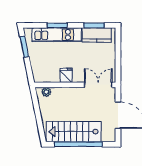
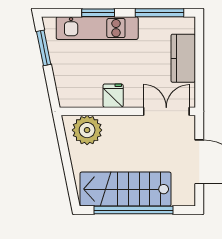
window: (94, 25) -> (159, 13), width x1.44
kitchen counter: (97, 35) -> (183, 58), moved, turned 90
plant: (46, 92) -> (87, 130), width x1.88, depth x1.88

